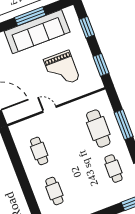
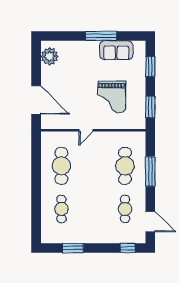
sofa: (37, 32) -> (116, 50), width x0.54, depth x0.79
door: (49, 109) -> (86, 130), swing flipped
cafe table: (39, 151) -> (61, 166), width x1.37, depth x1.35

